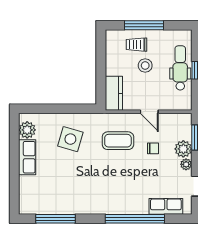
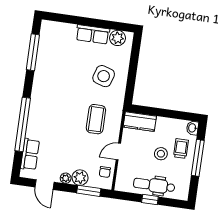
washbasin: (113, 35) -> (192, 128), added
dental chair: (180, 68) -> (154, 185), turned 180
chair: (153, 148) -> (105, 172), moved

